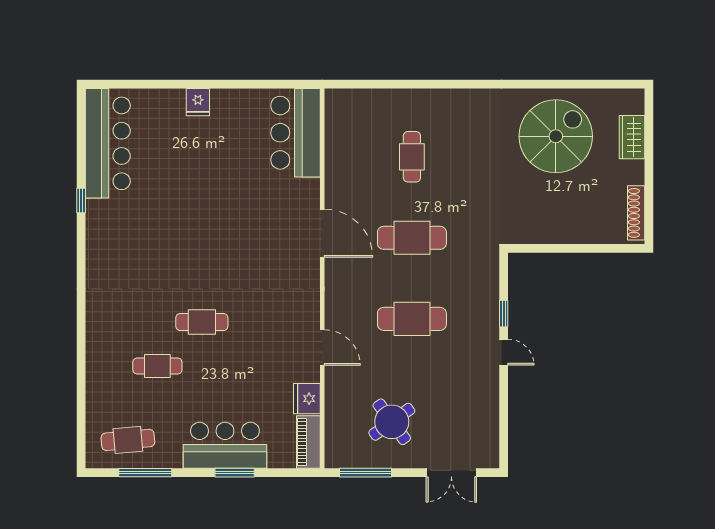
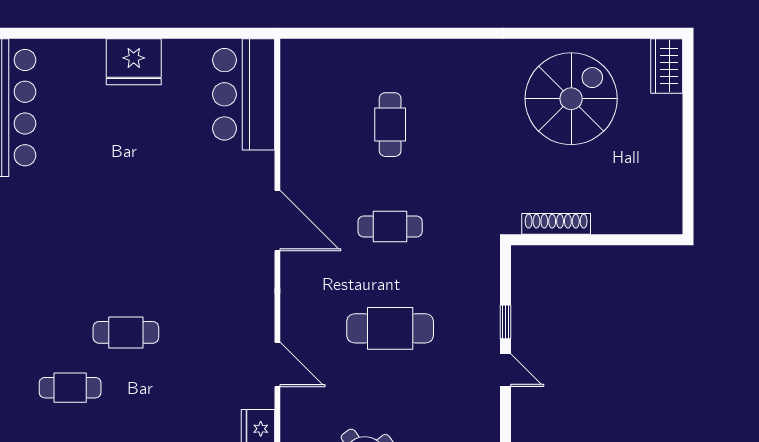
fridge: (198, 102) -> (134, 62), width x1.88, depth x1.34
wardrobe: (632, 137) -> (667, 66), moved
shoe rack: (636, 213) -> (556, 224), moved, turned 90
cafe table: (412, 238) -> (390, 226), width x0.73, depth x0.74

